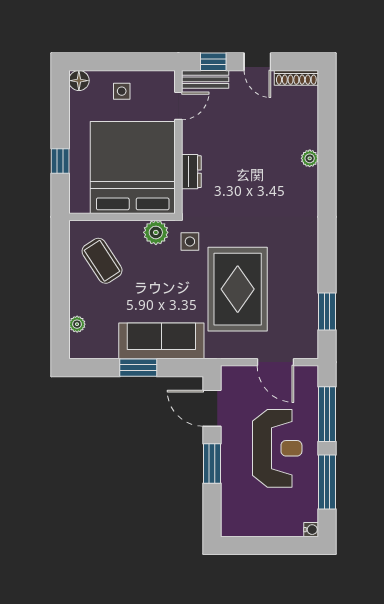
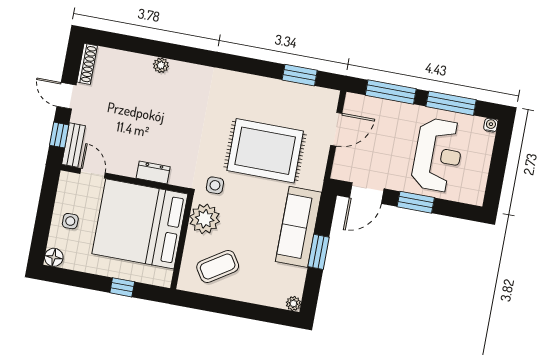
door: (257, 62) -> (66, 96), swing flipped
plant: (156, 232) -> (205, 219), width x1.36, depth x1.36
plant: (77, 324) -> (293, 304), moved
reception desk: (277, 448) -> (438, 155), moved, turned 90

